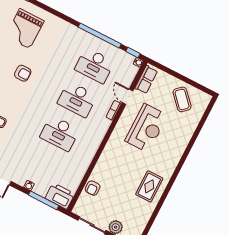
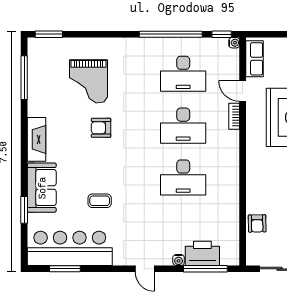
grand piano: (25, 29) -> (89, 81), moved
armchair: (23, 73) -> (101, 128), turned 180
printer: (60, 196) -> (202, 253), moved

